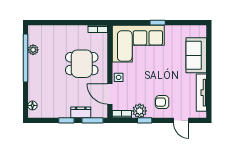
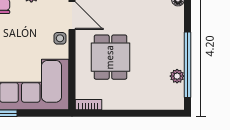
dining table: (82, 64) -> (110, 57), turned 90

